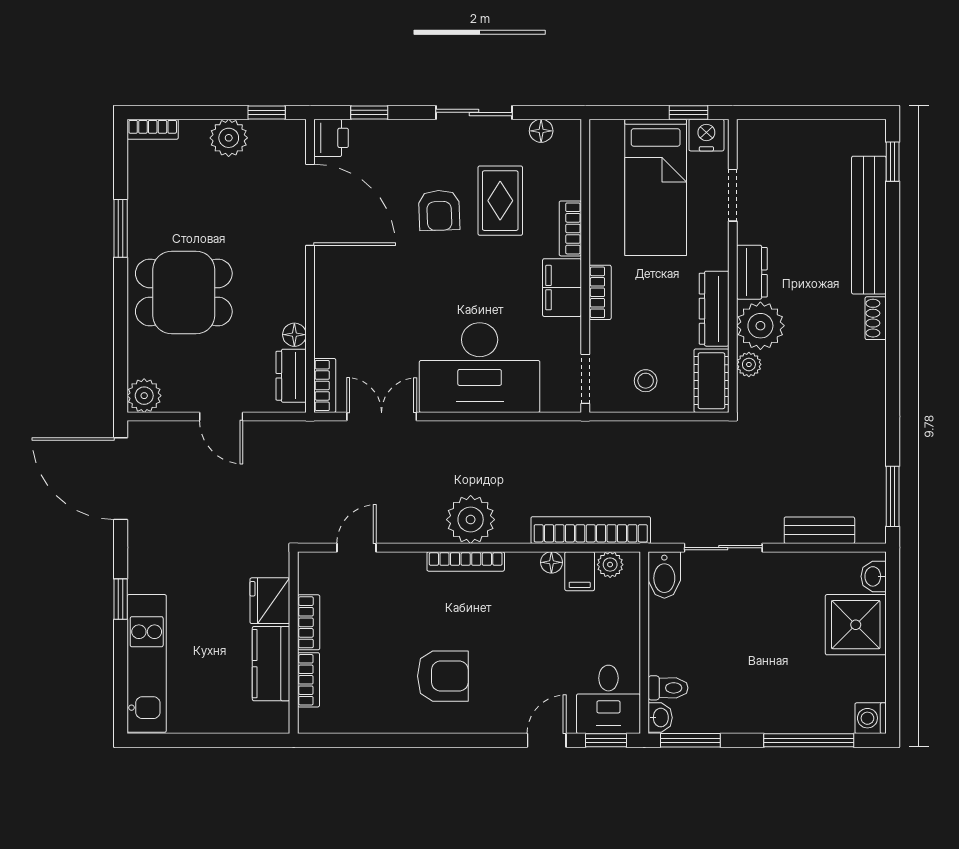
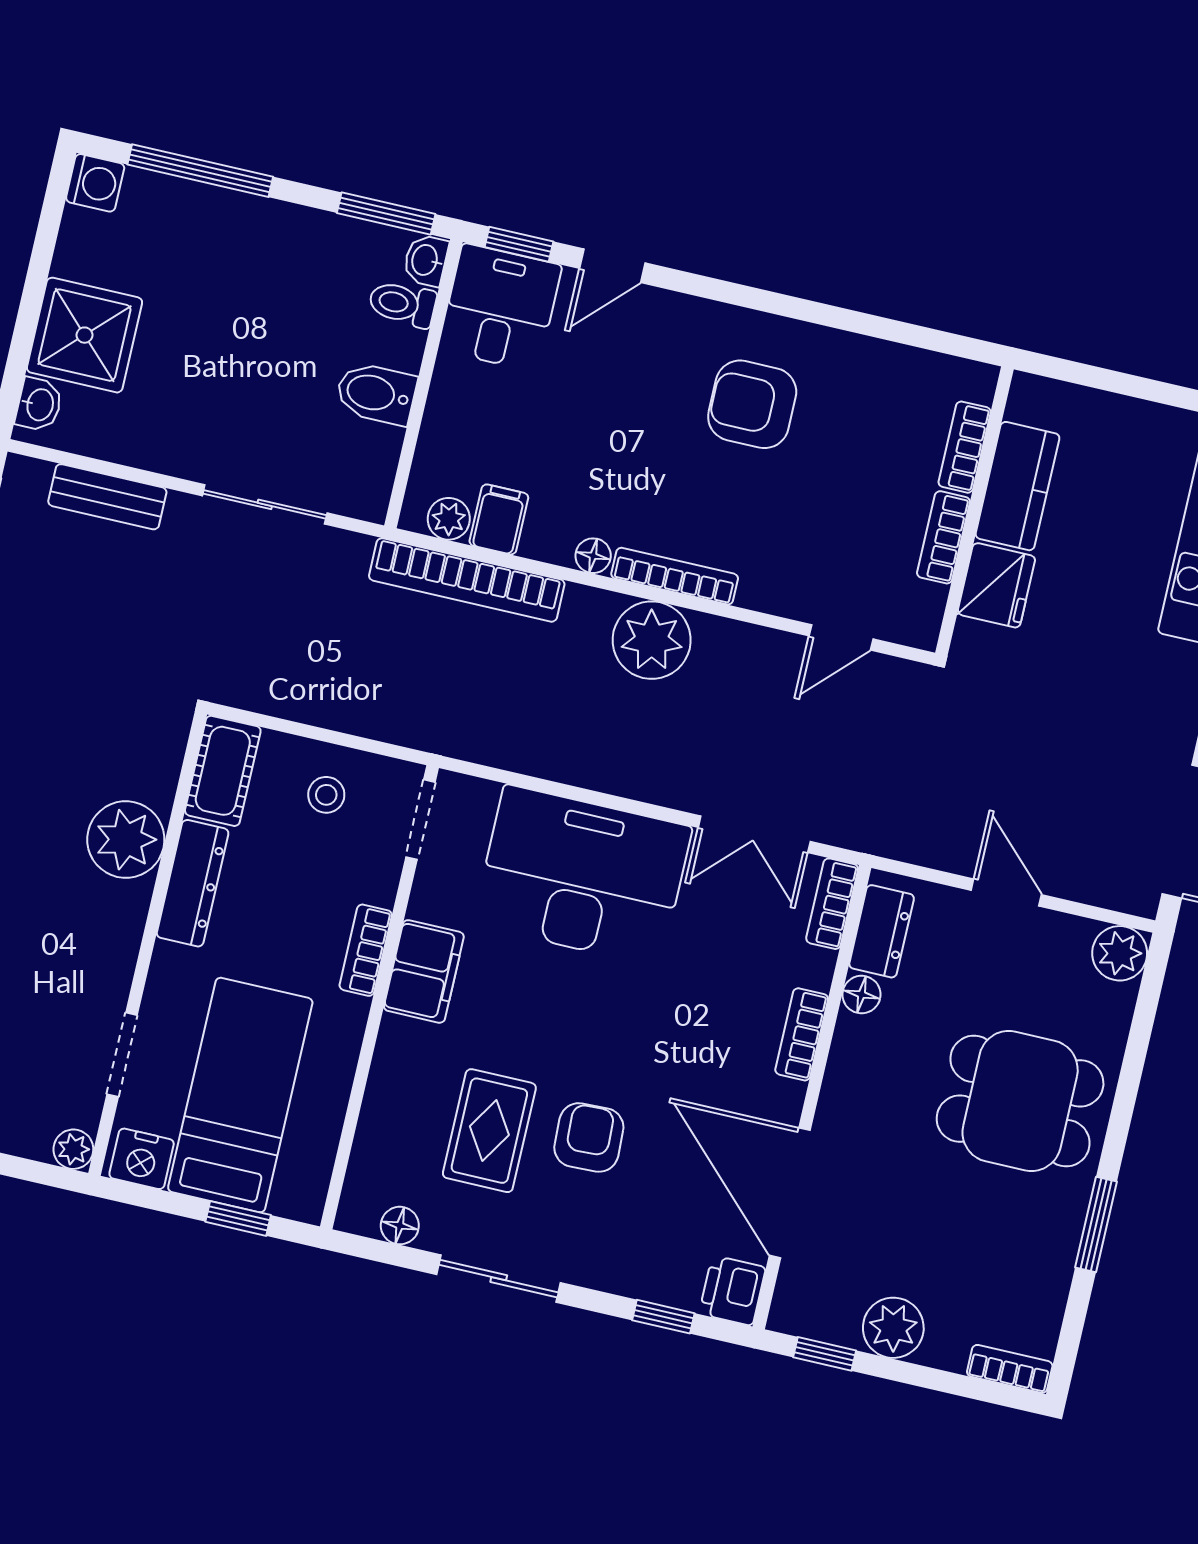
window: (688, 112) -> (238, 1218), moved
bookcase: (570, 228) -> (802, 1034), moved, turned 180
dresser: (752, 272) -> (120, 927), removed
plant: (749, 364) -> (73, 1149), moved
floor lamp: (551, 562) -> (593, 556), moved
bidet: (664, 575) -> (376, 394), moved, turned -90

